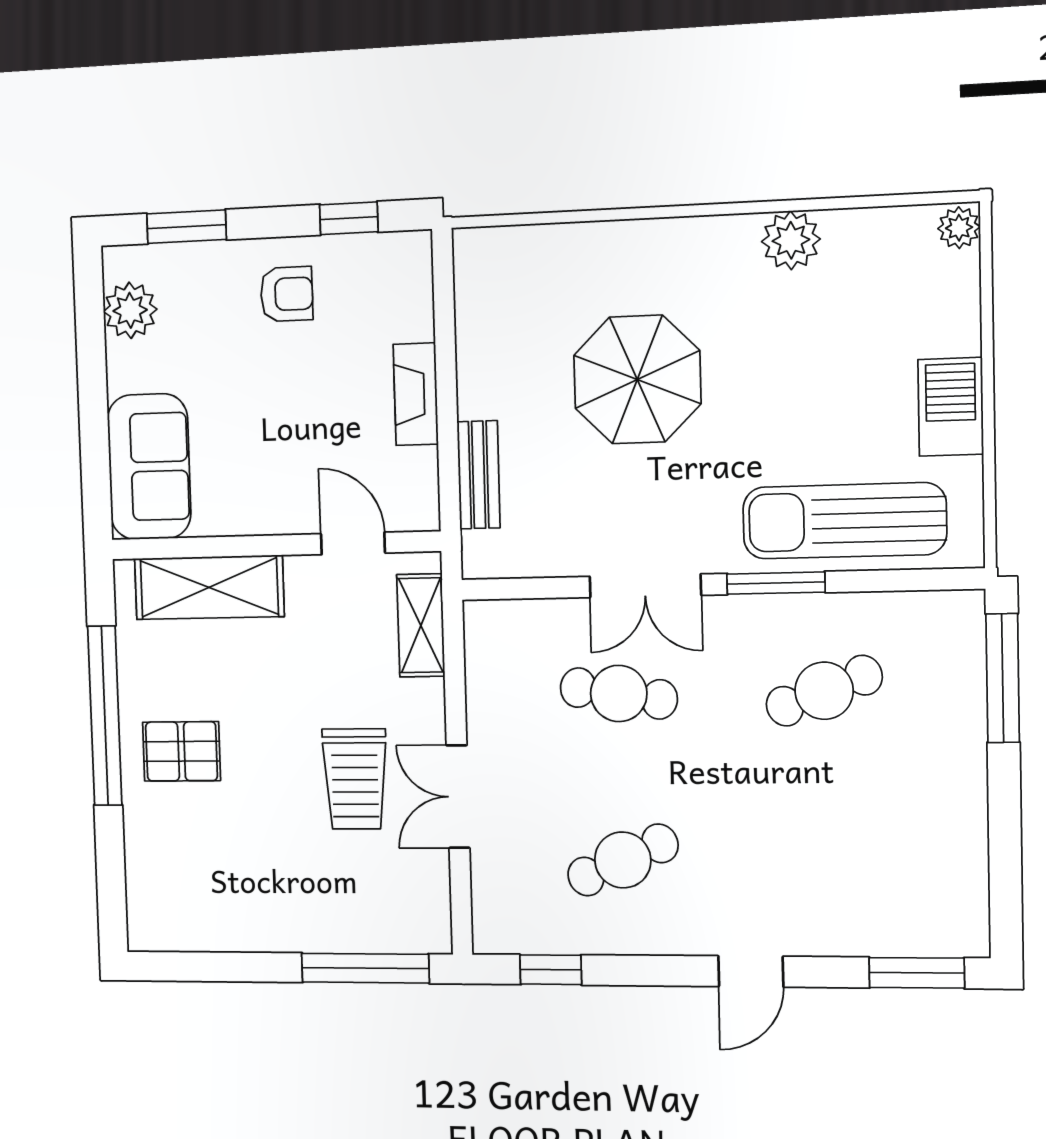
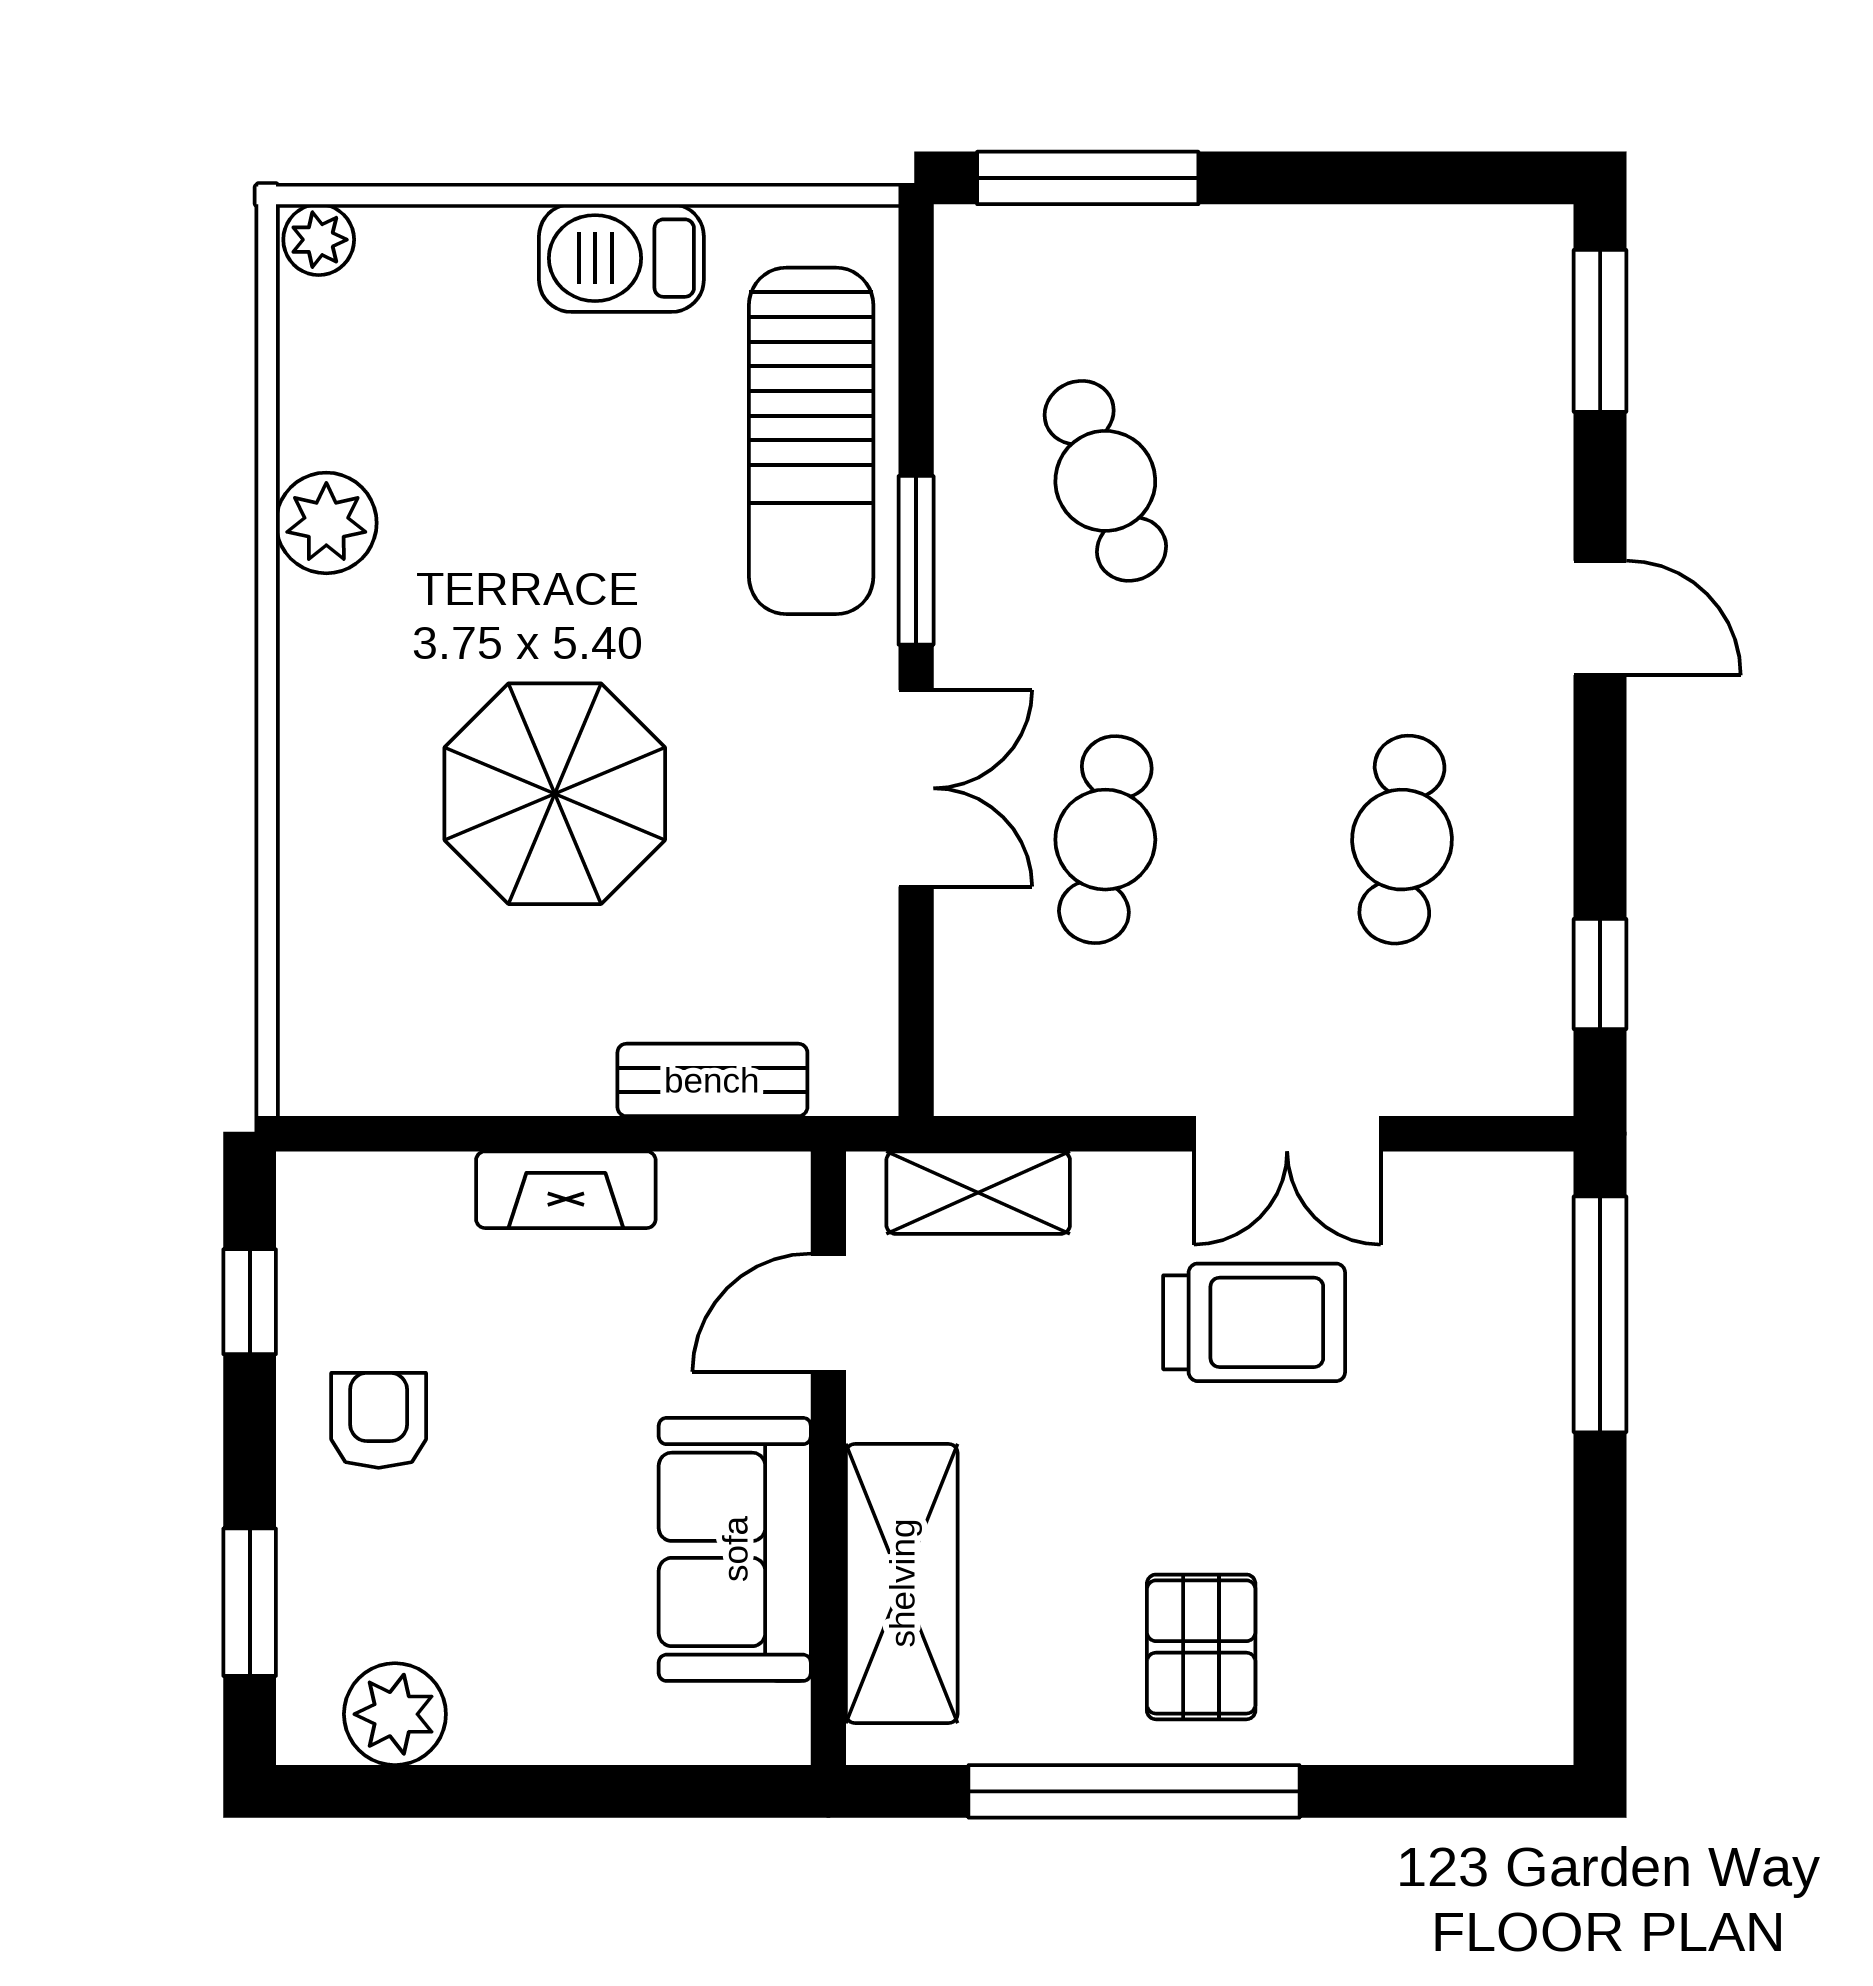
sofa: (149, 467) -> (735, 1549), moved, turned -90
cafe table: (623, 860) -> (1402, 840), turned 30

